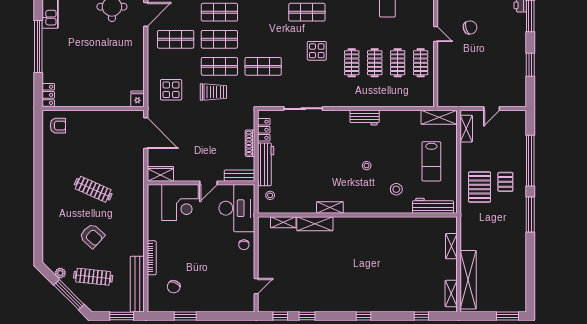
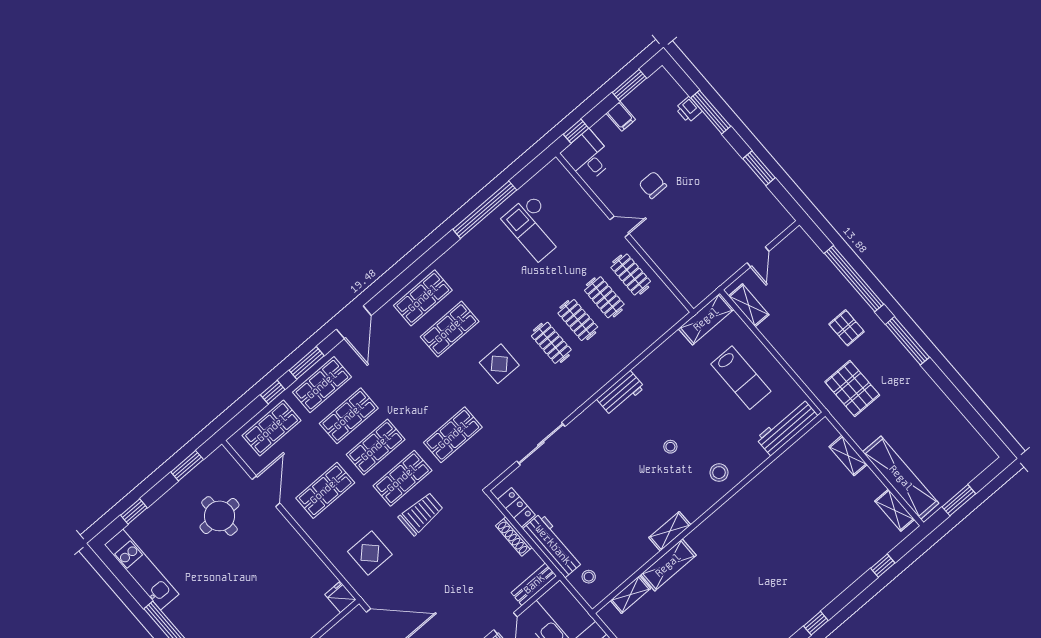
chair: (470, 27) -> (653, 185), turned -73
pallet: (480, 187) -> (852, 388), moved
stool: (396, 189) -> (719, 473), moved
window: (507, 316) -> (959, 500), moved

